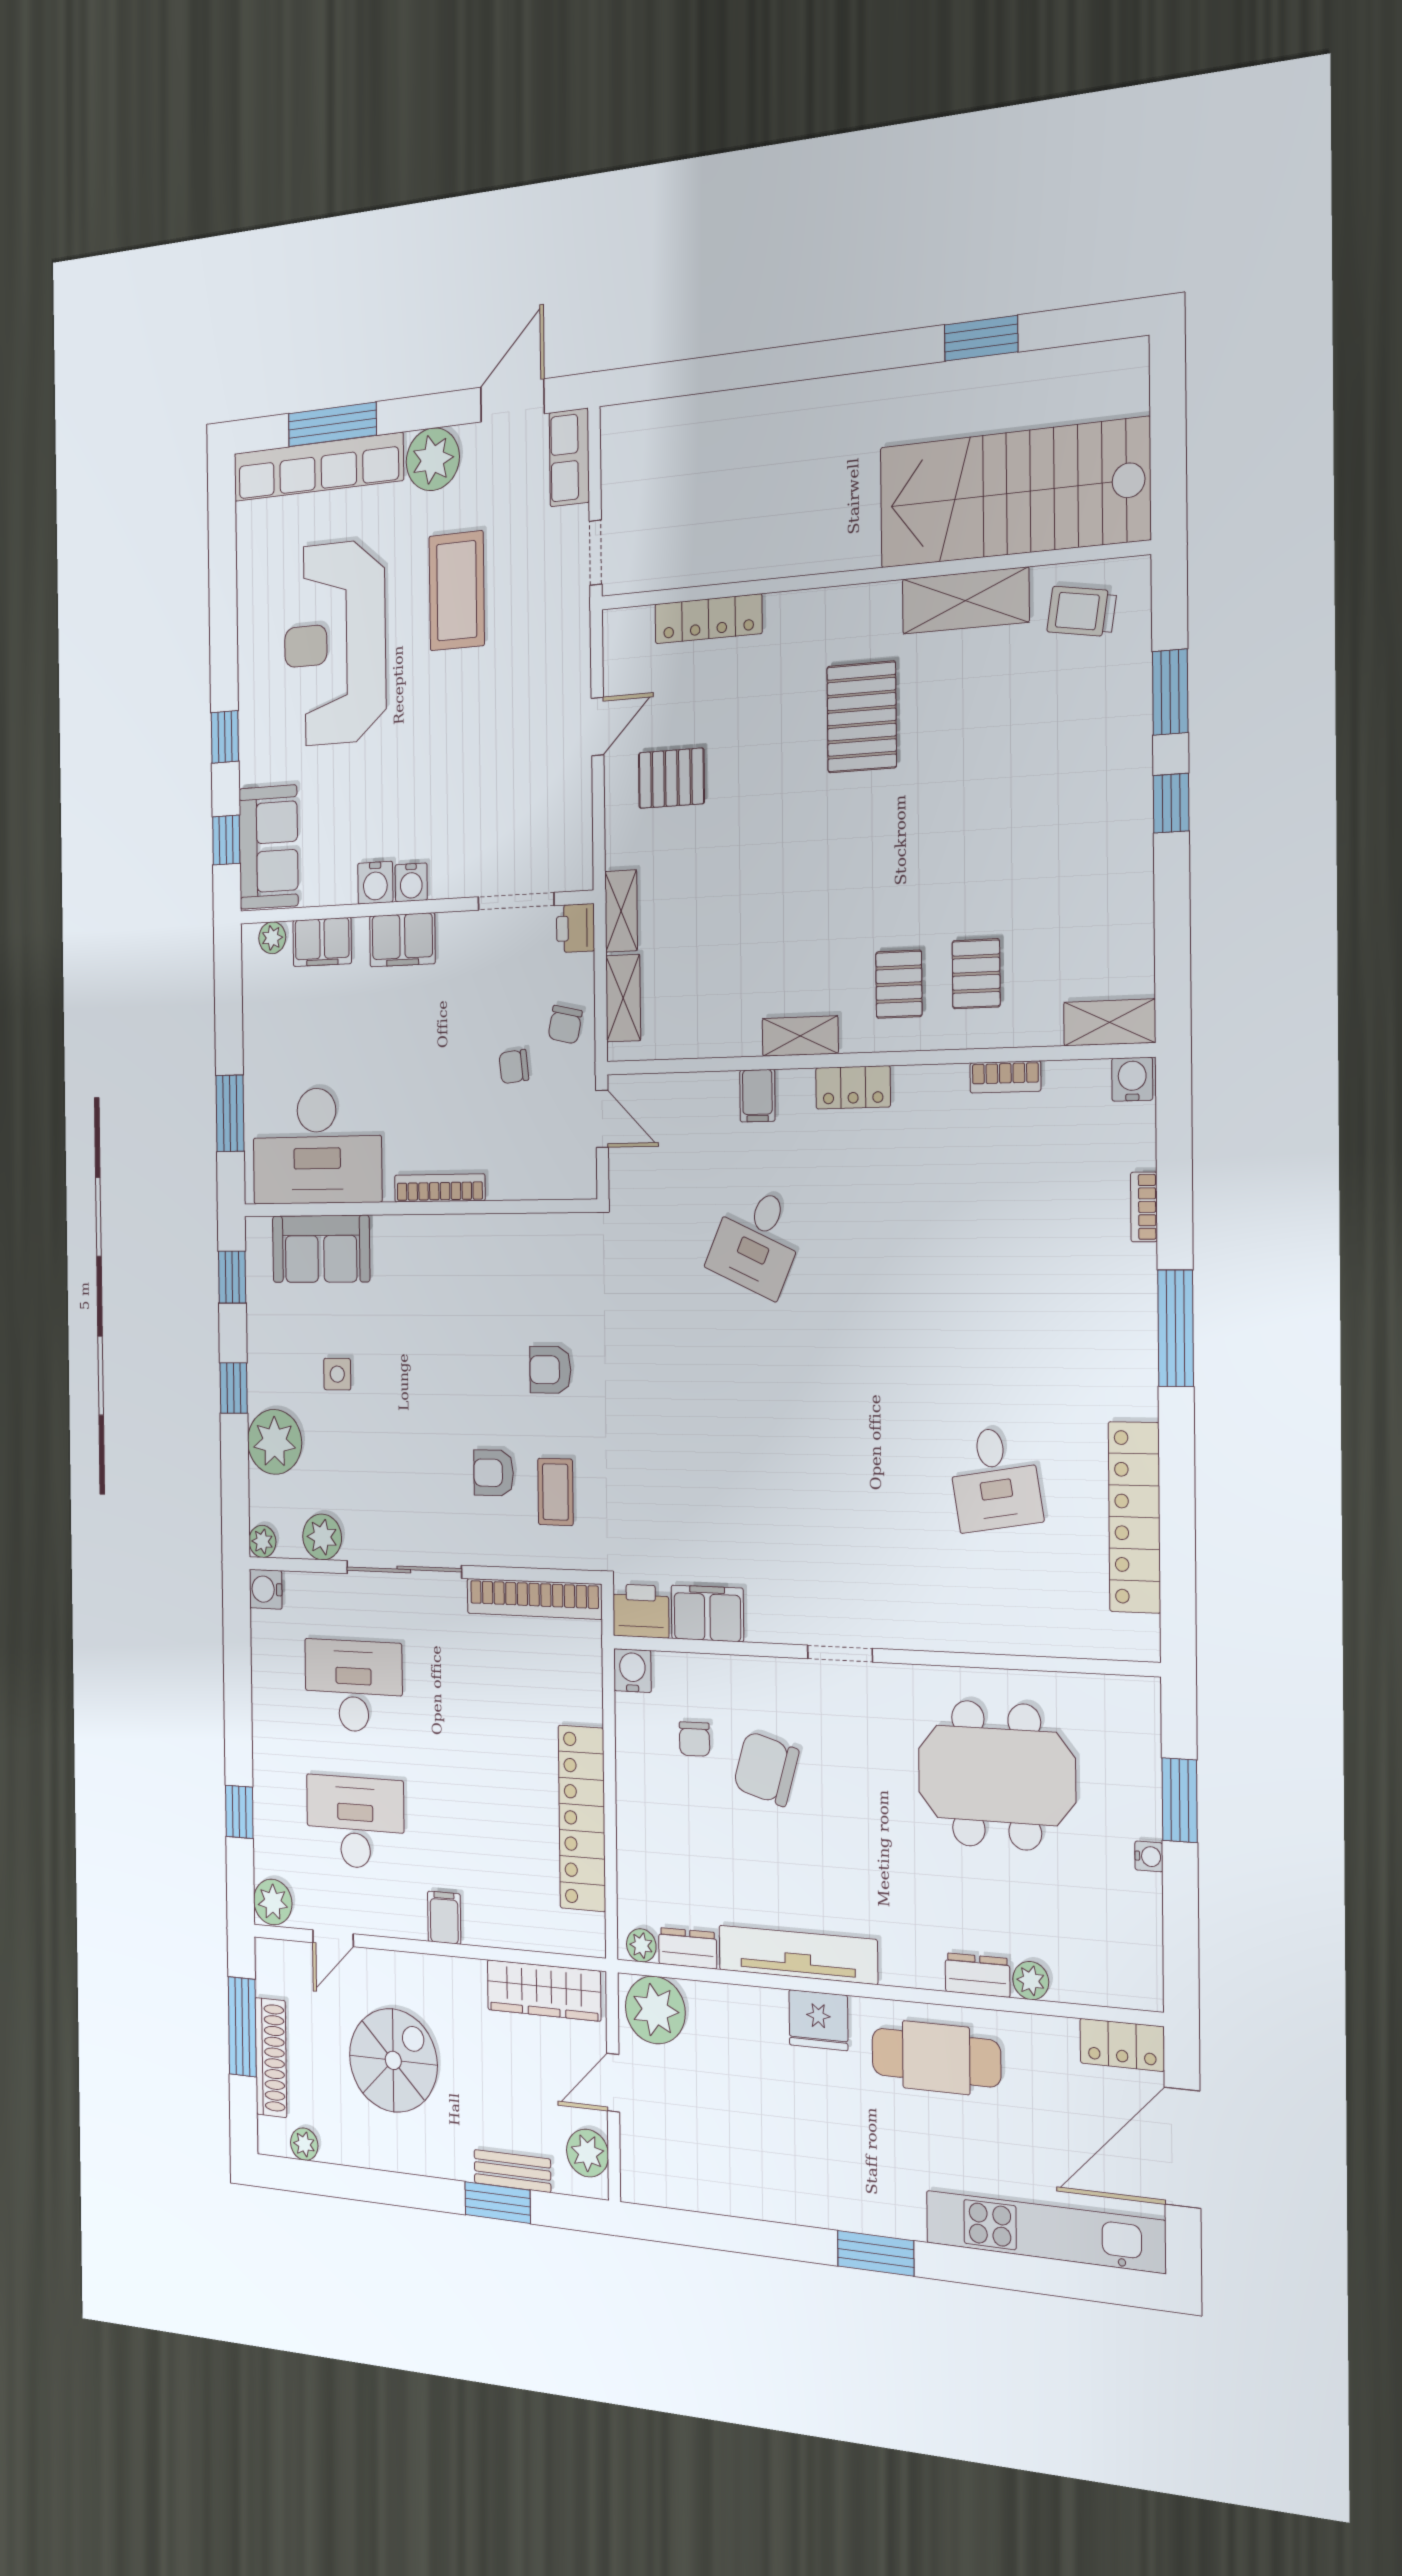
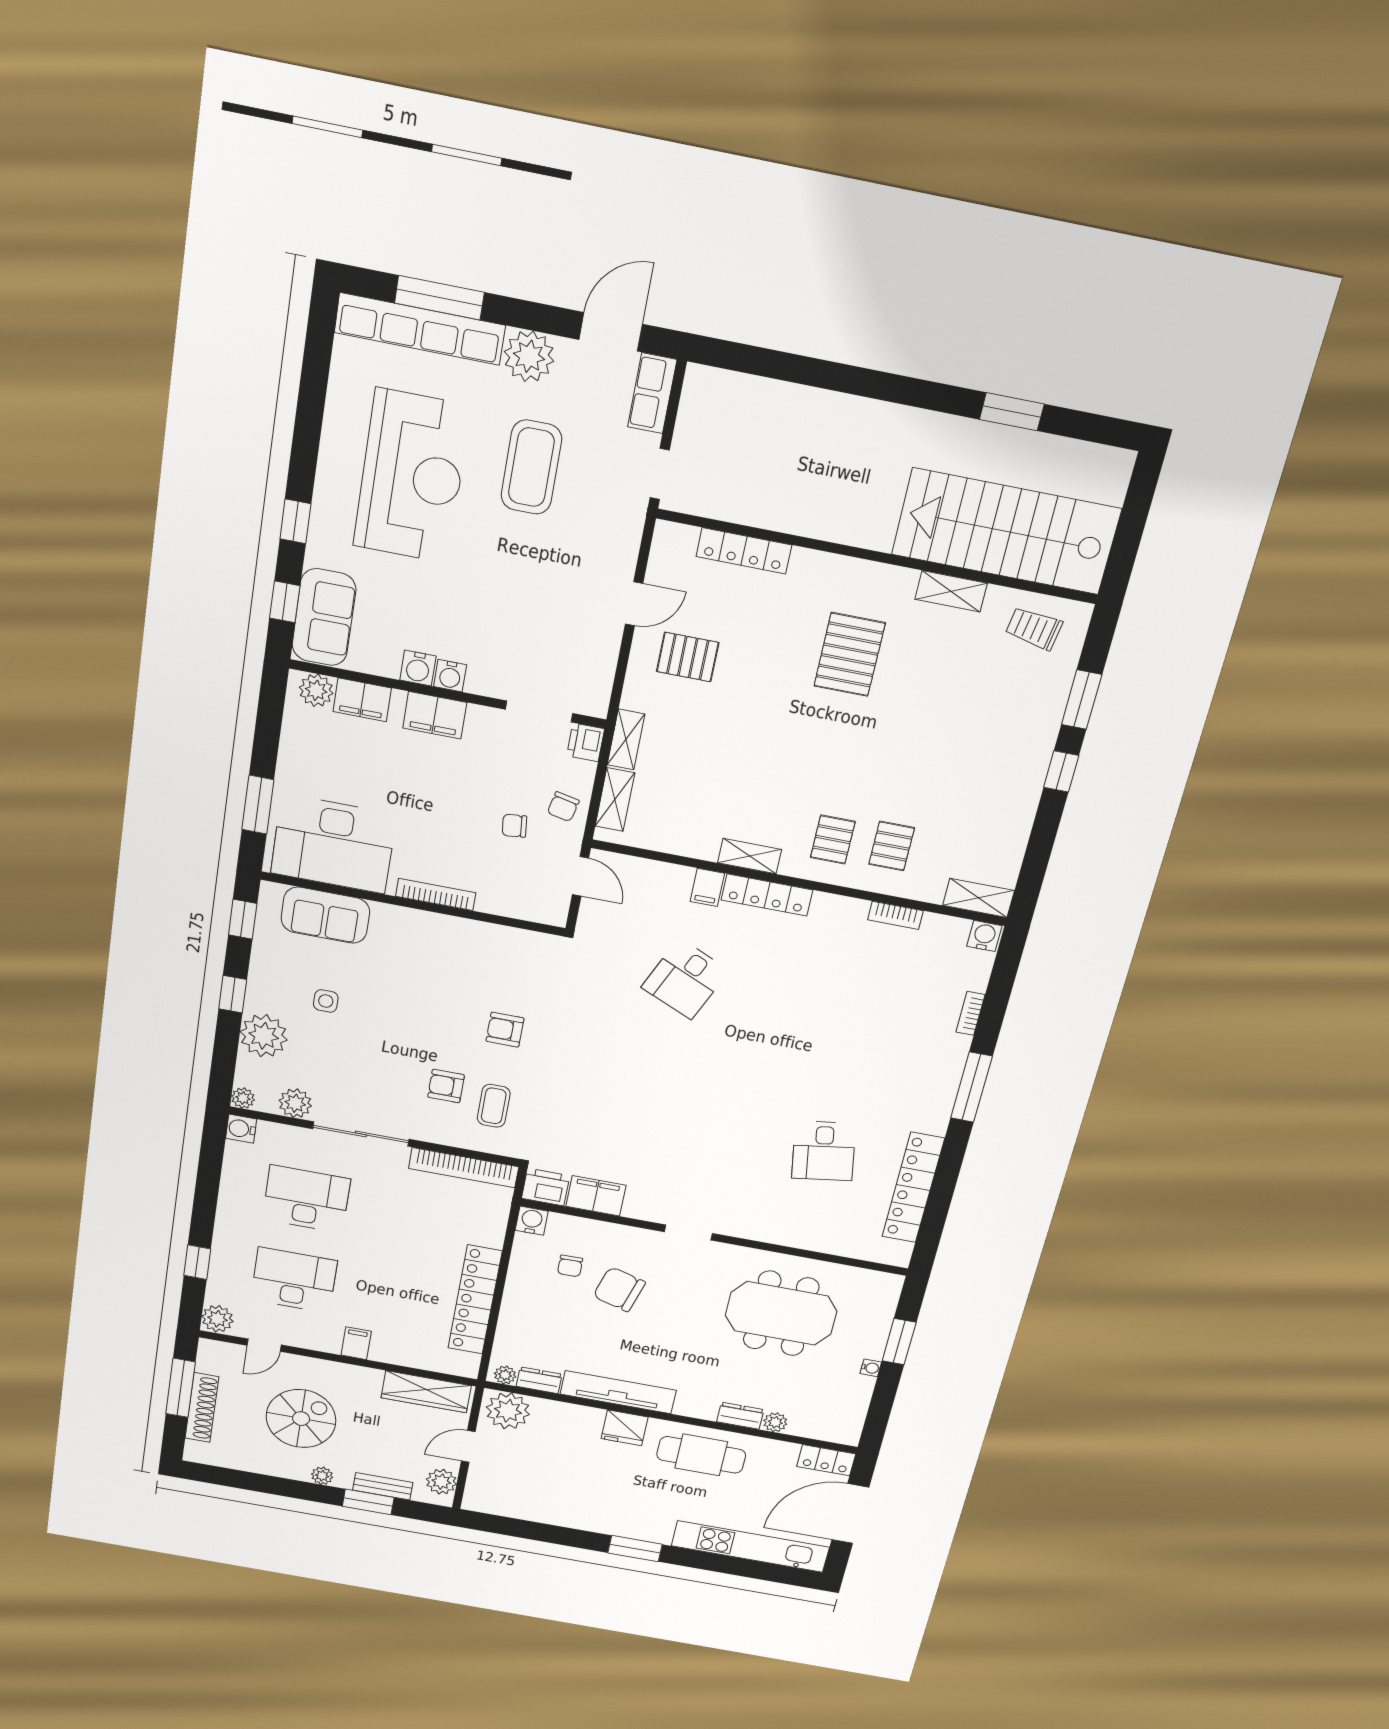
shelving: (966, 601) -> (951, 591), width x0.67, depth x0.75
reception desk: (335, 643) -> (412, 476), turned 180
plant: (272, 938) -> (316, 690), width x1.38, depth x1.38
locker: (853, 1087) -> (767, 895), width x1.53
plant: (304, 2144) -> (322, 1476), moved

